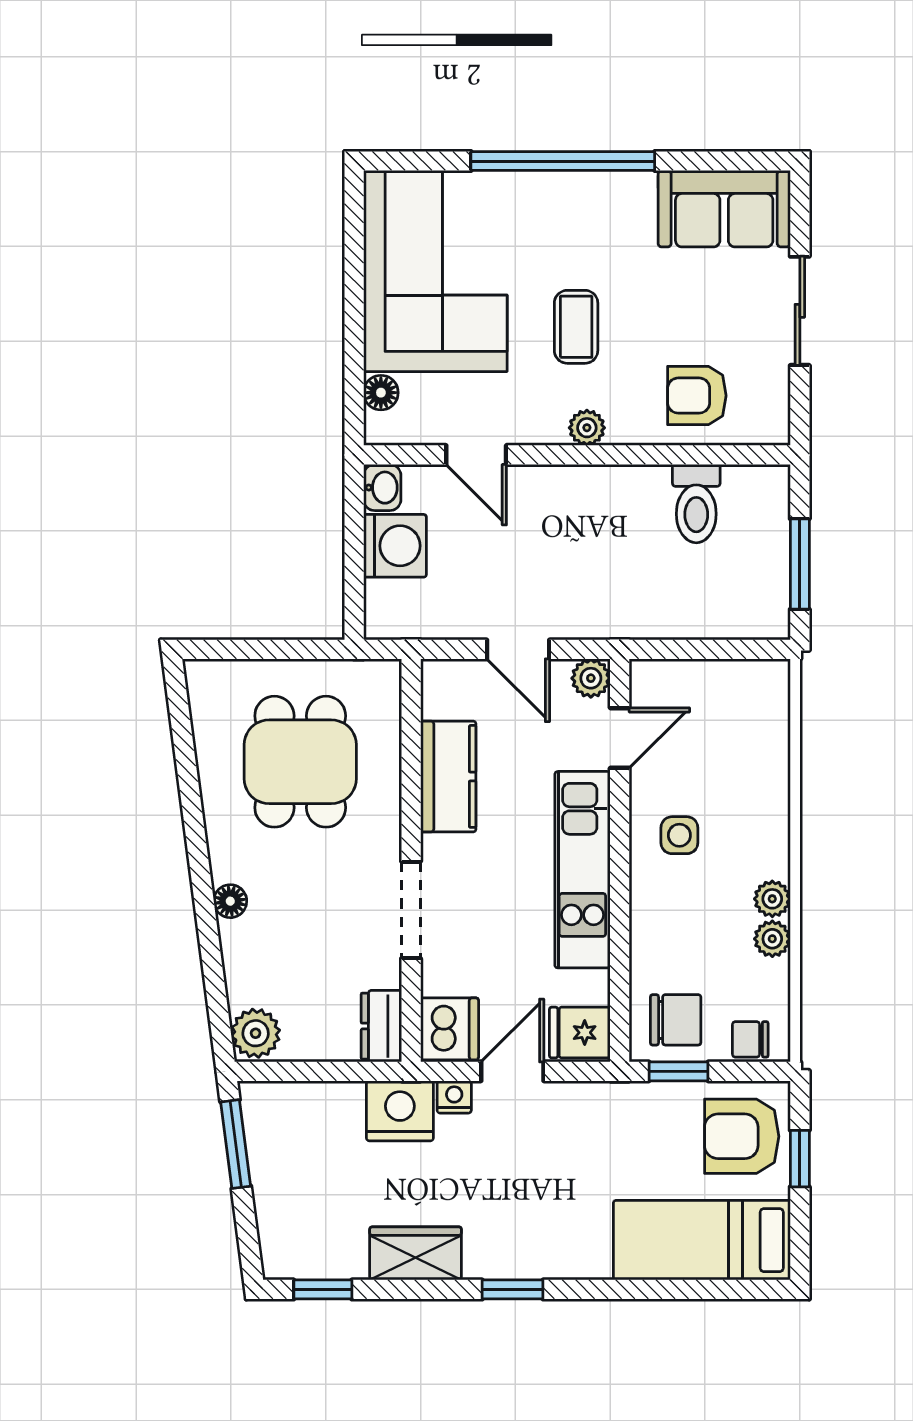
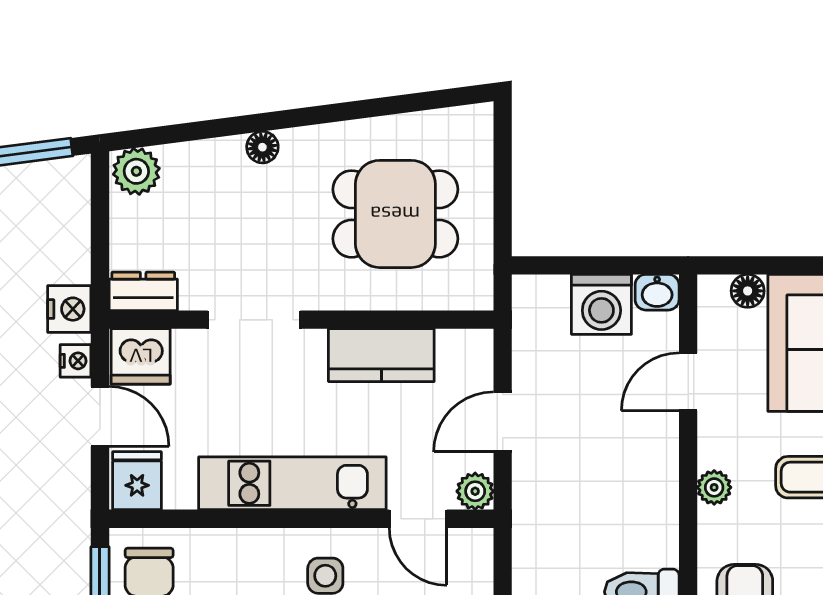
nightstand: (400, 1111) -> (69, 309), width x0.74, depth x0.75

